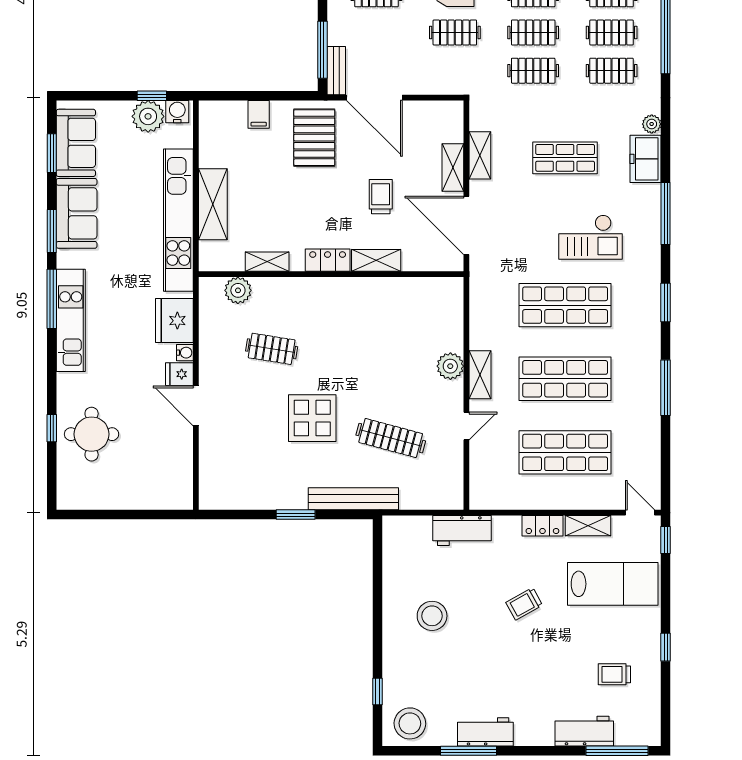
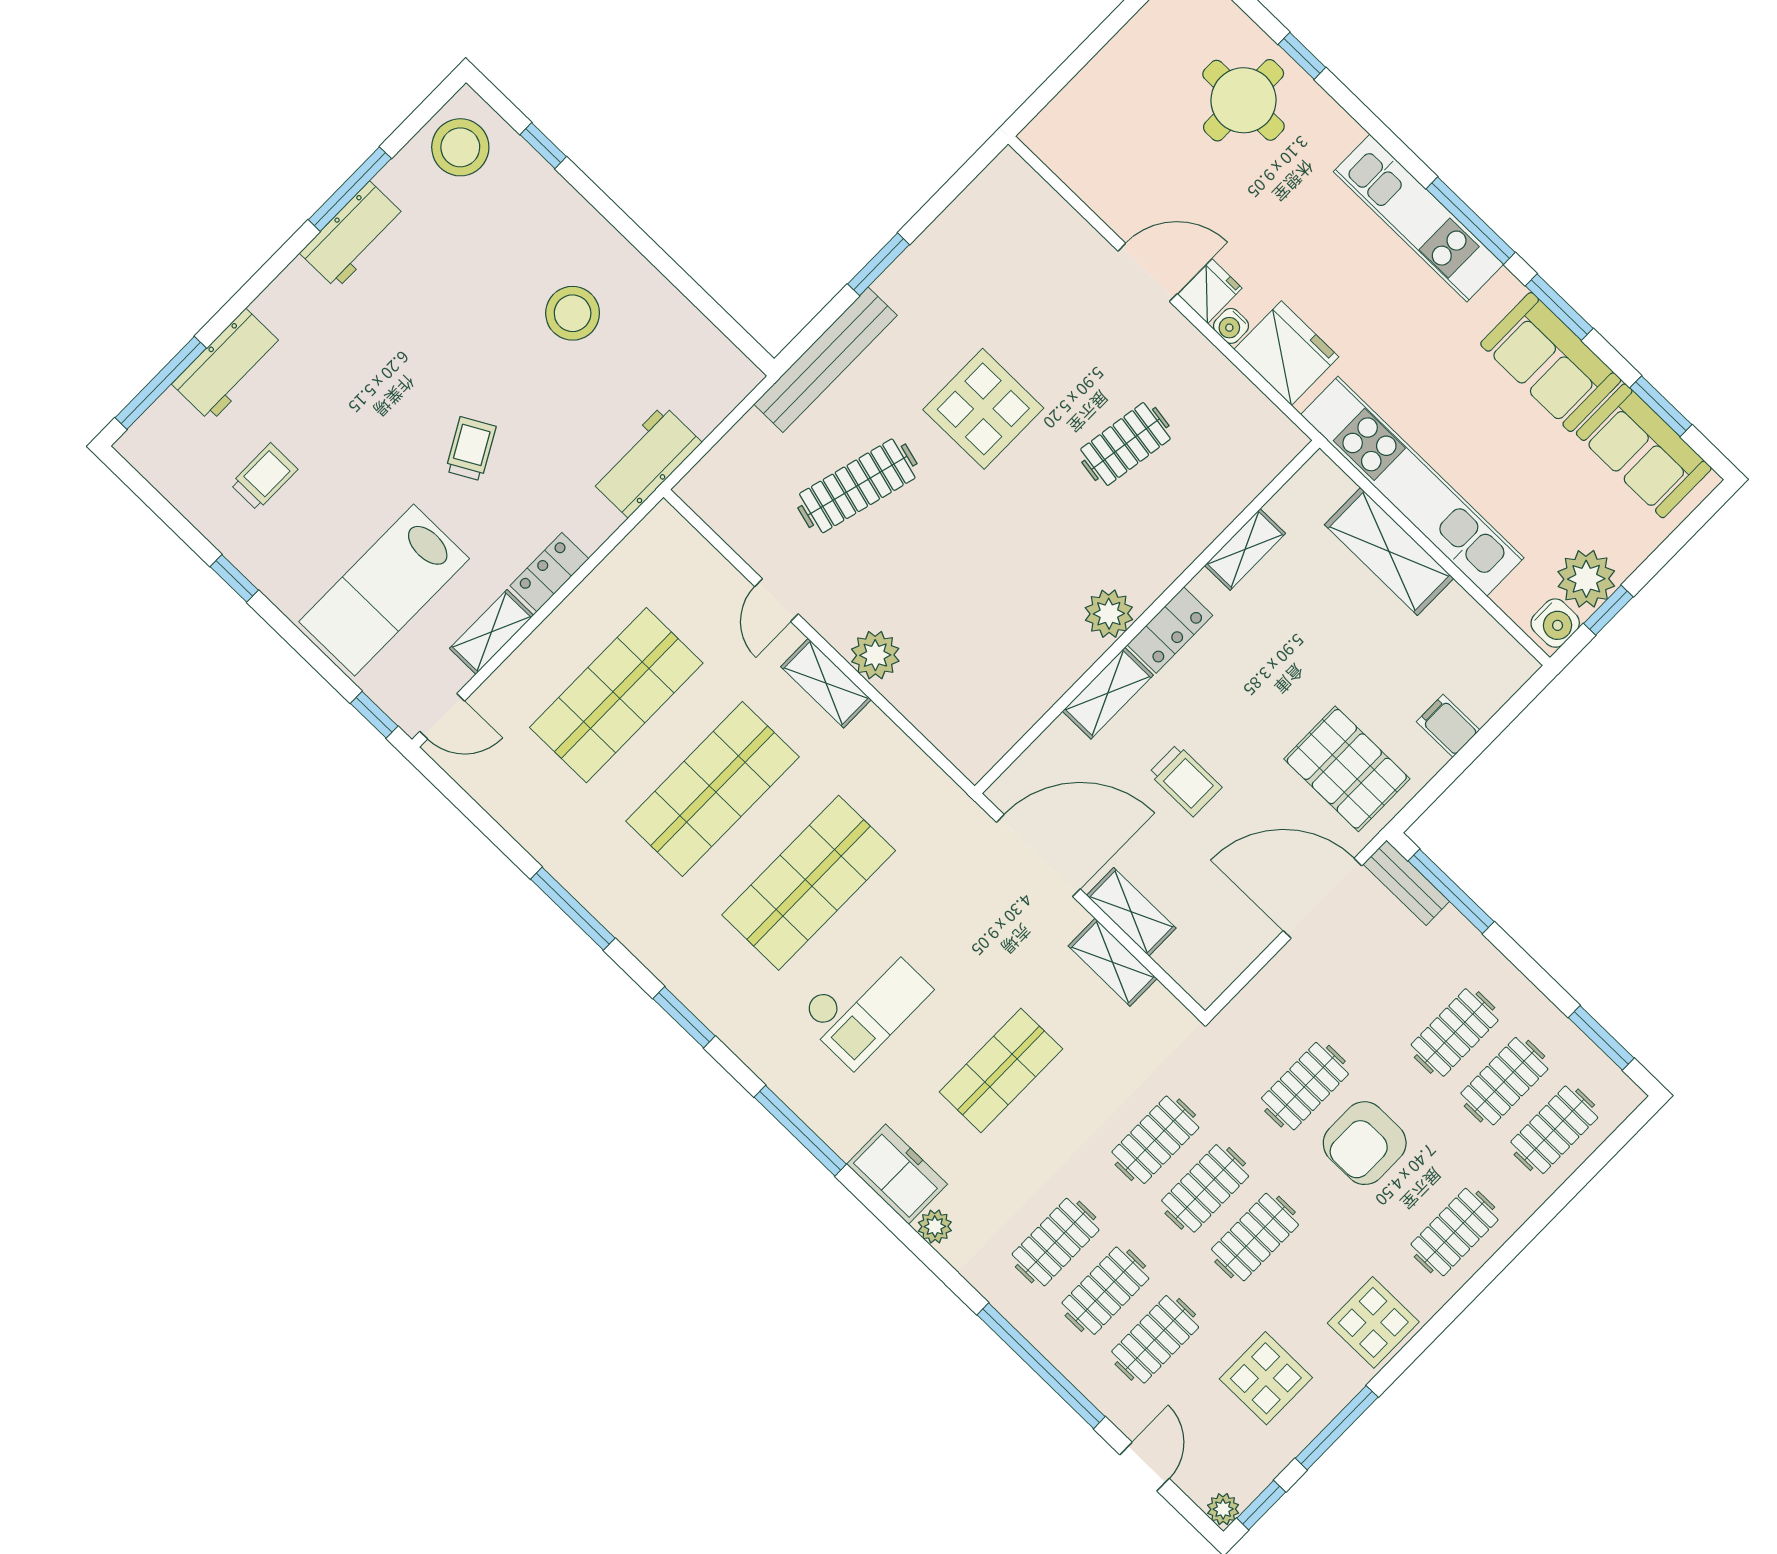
checkout: (590, 237) -> (865, 1003), turned 180
plant: (238, 290) -> (1109, 614), moved

